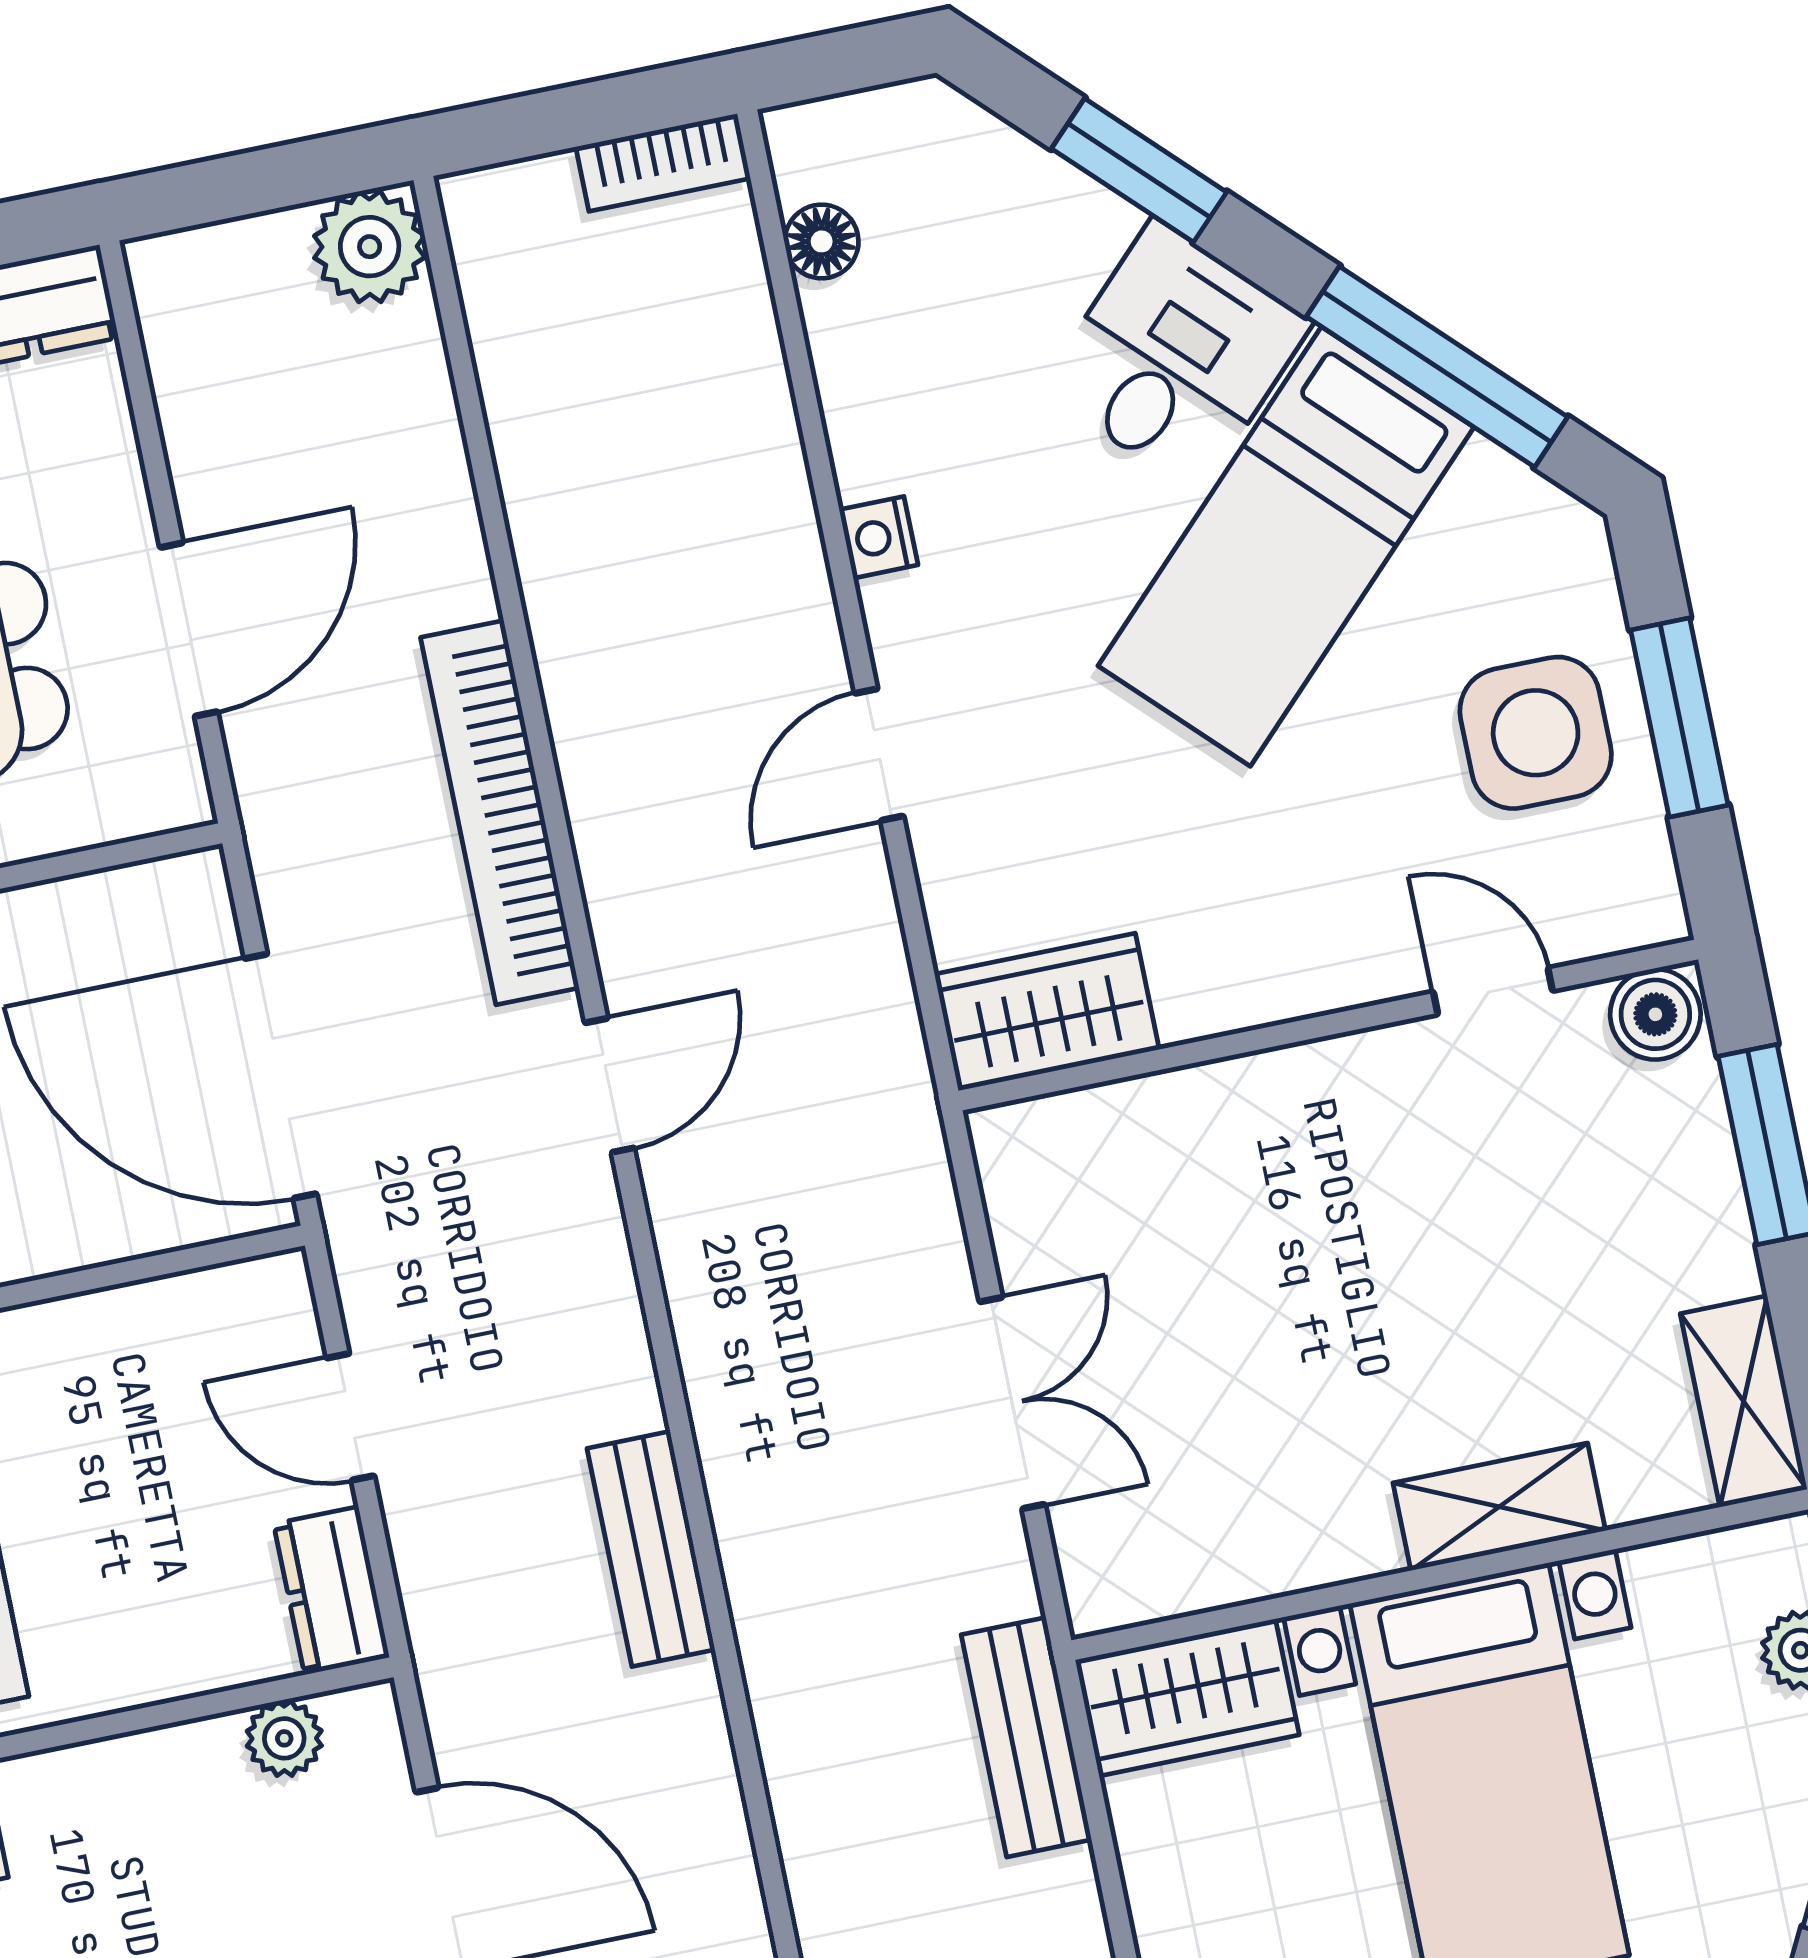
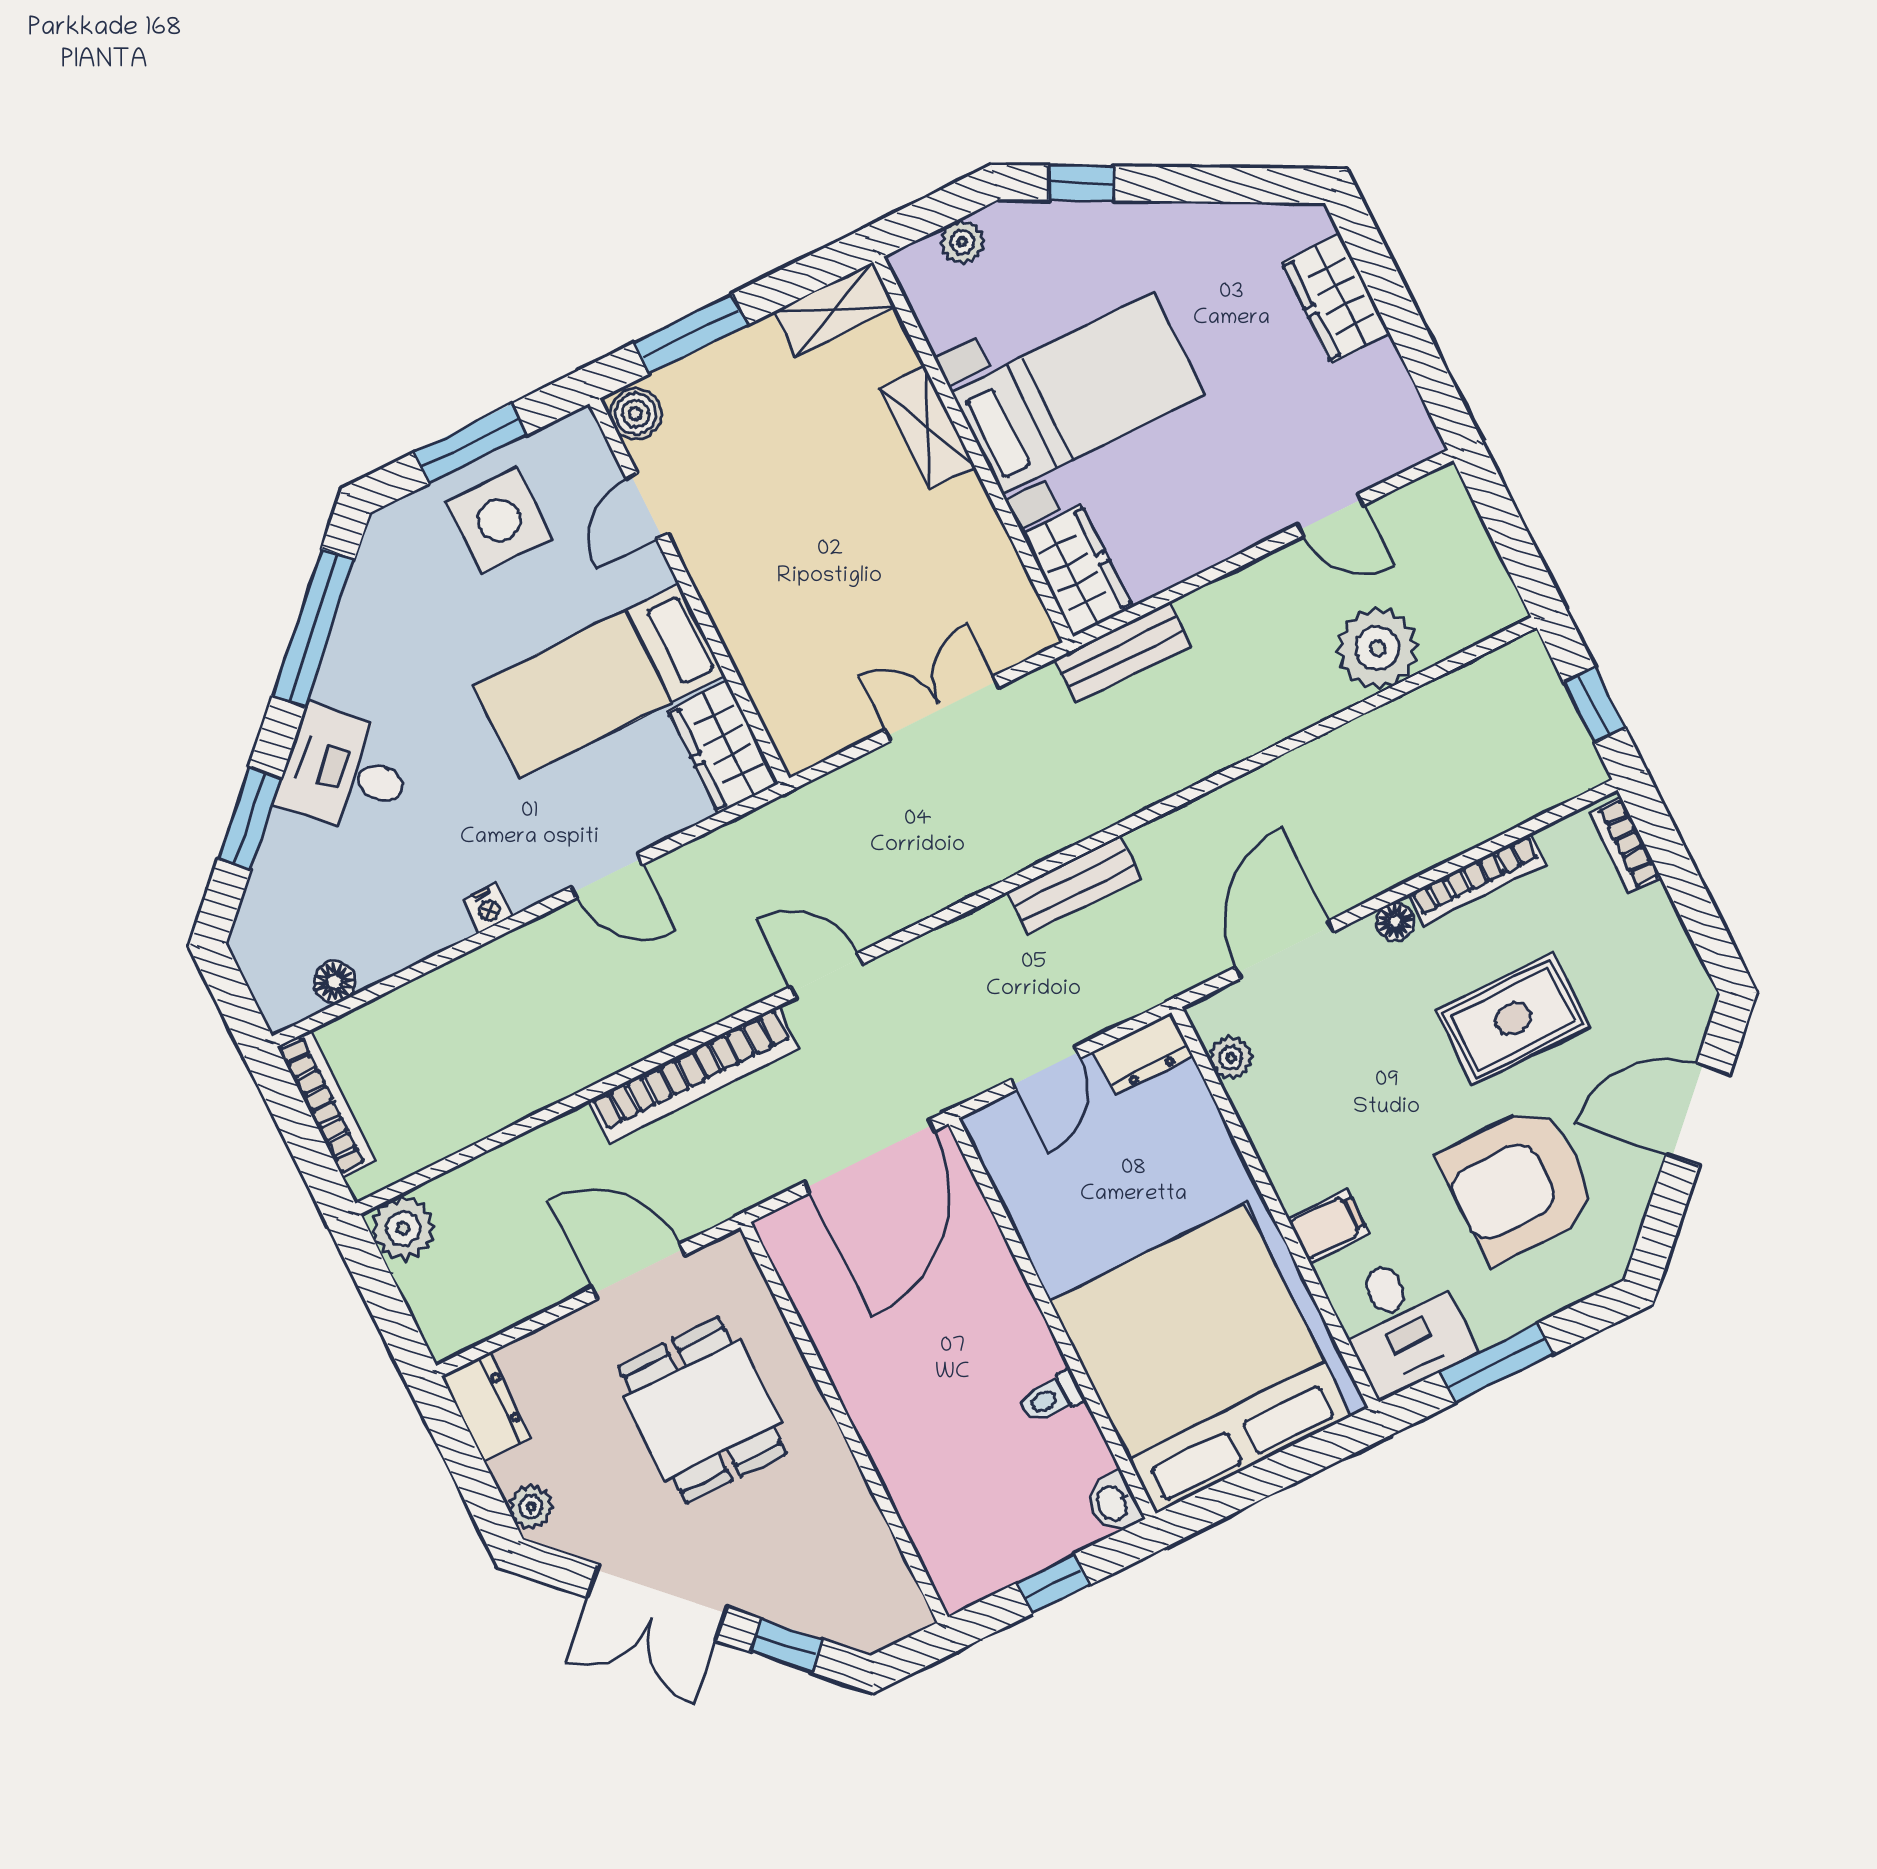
bookcase: (663, 163) -> (326, 1104), width x1.56
bed: (1286, 547) -> (599, 681), moved, turned 135

